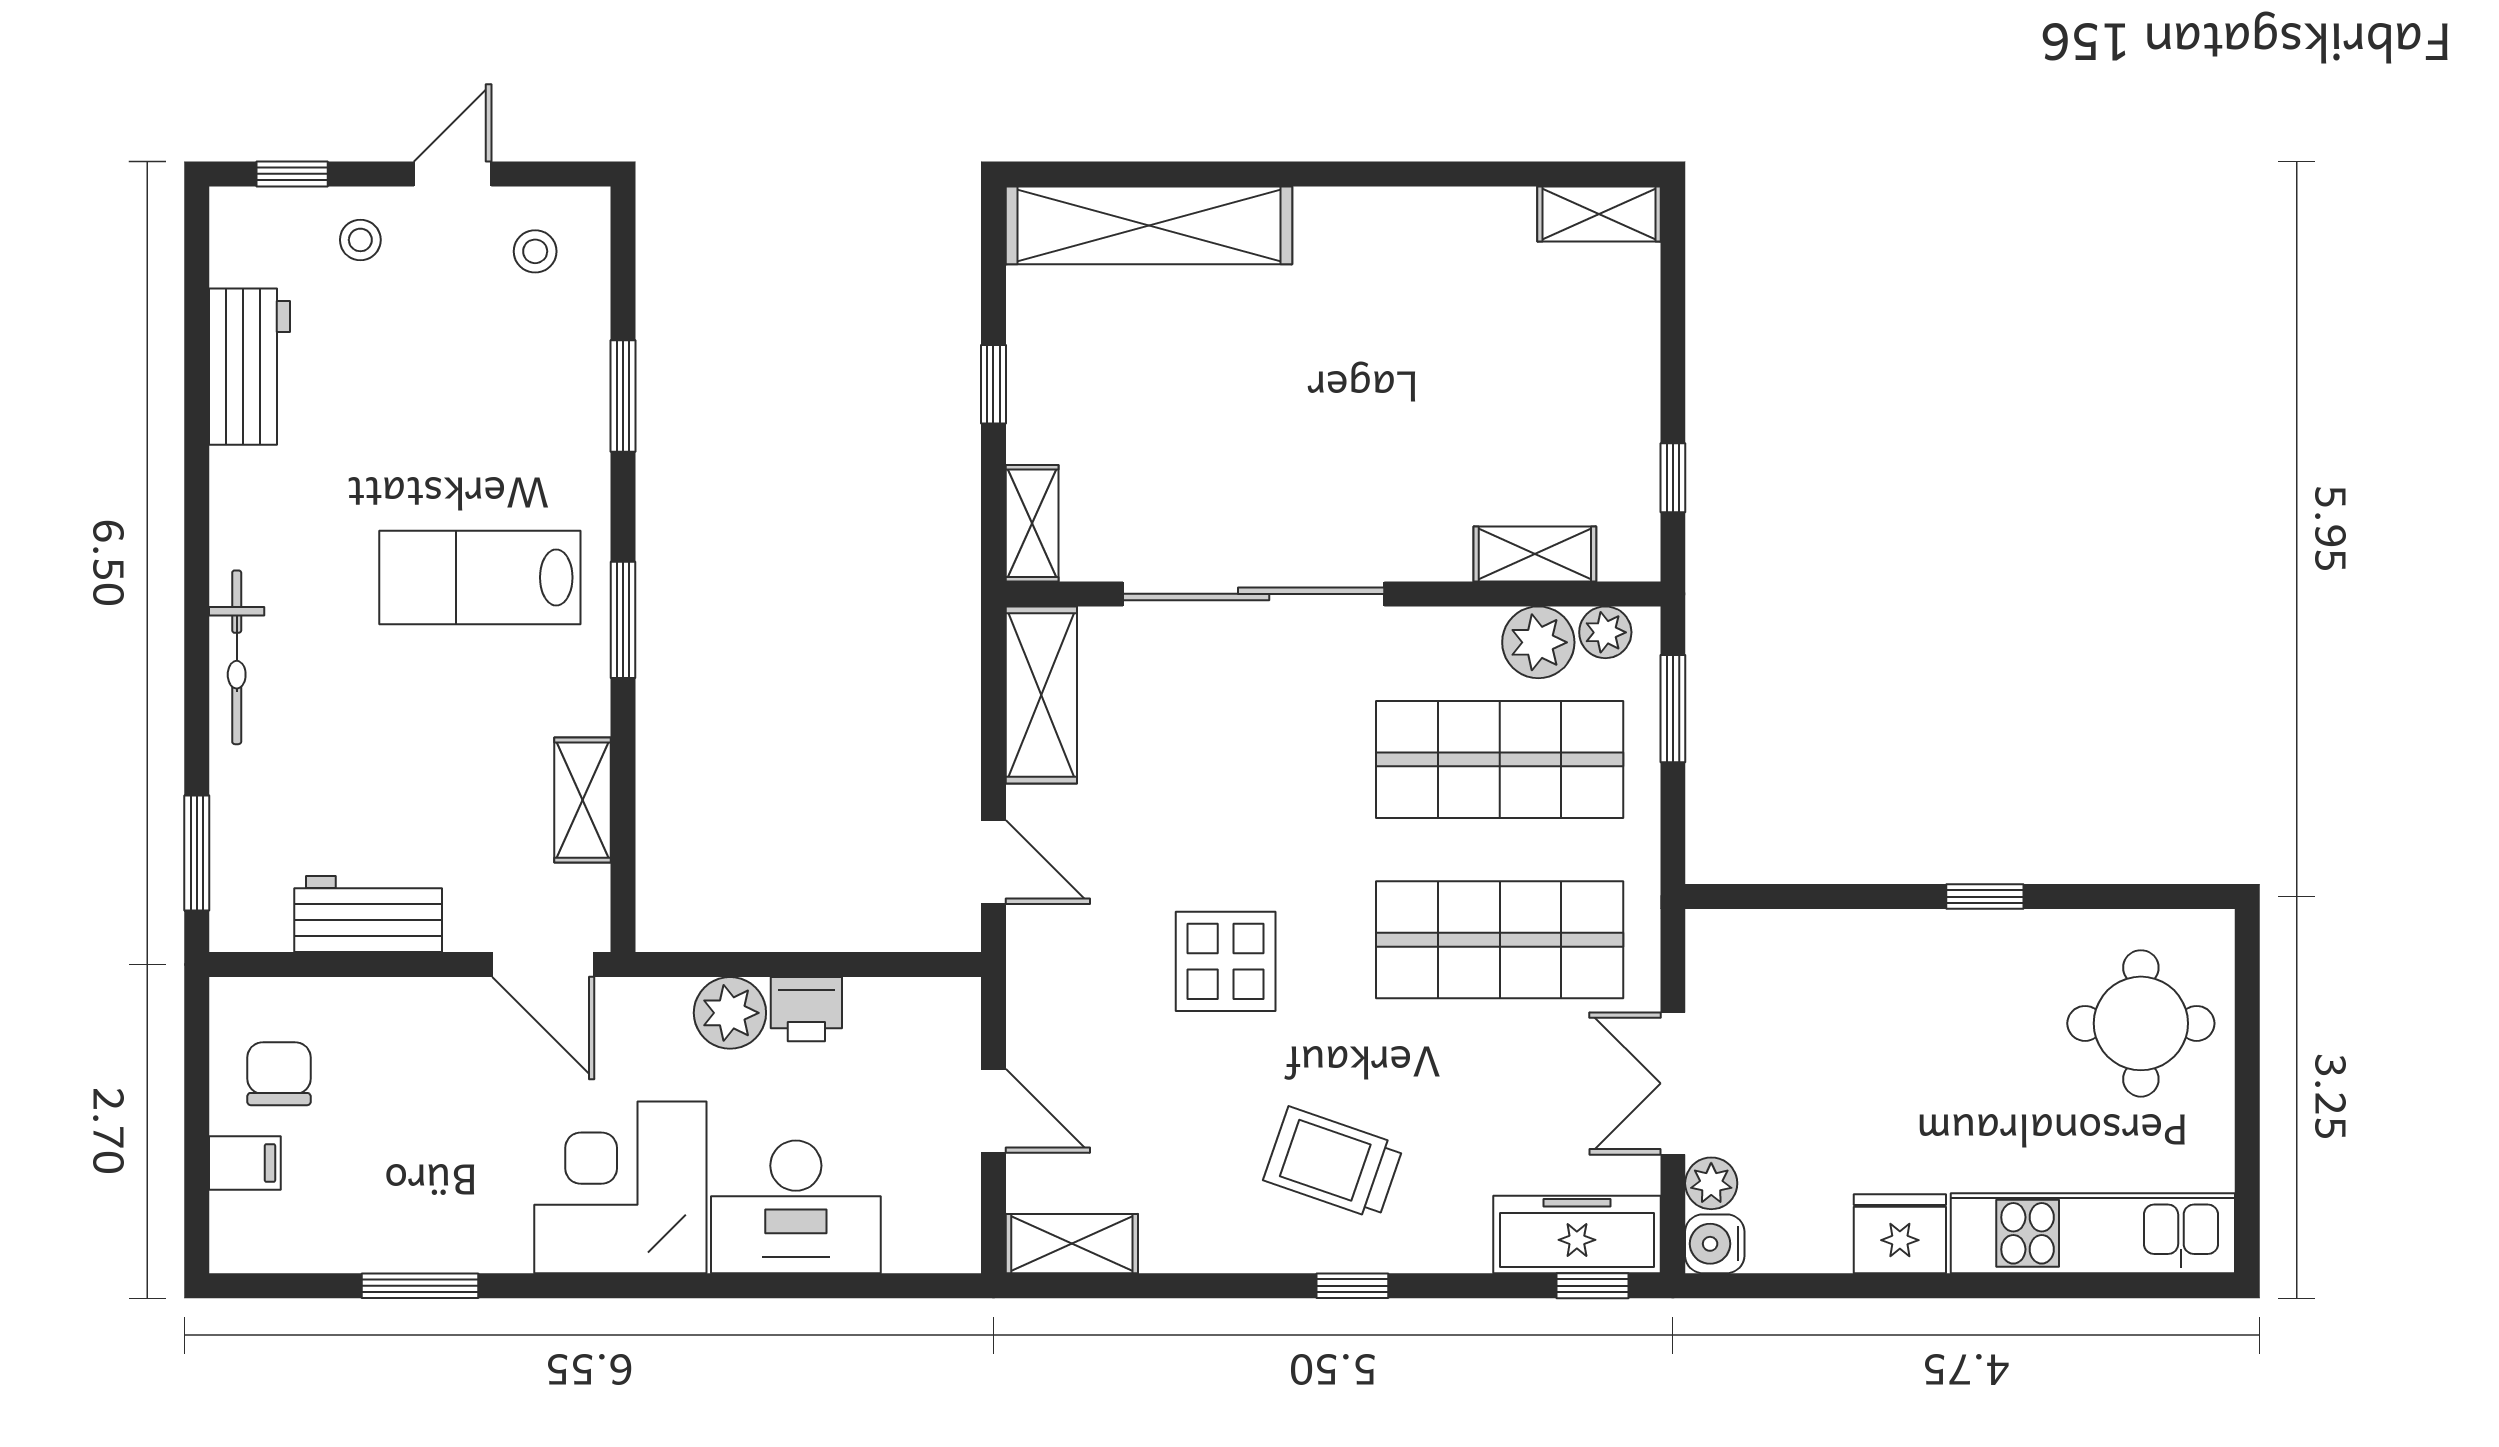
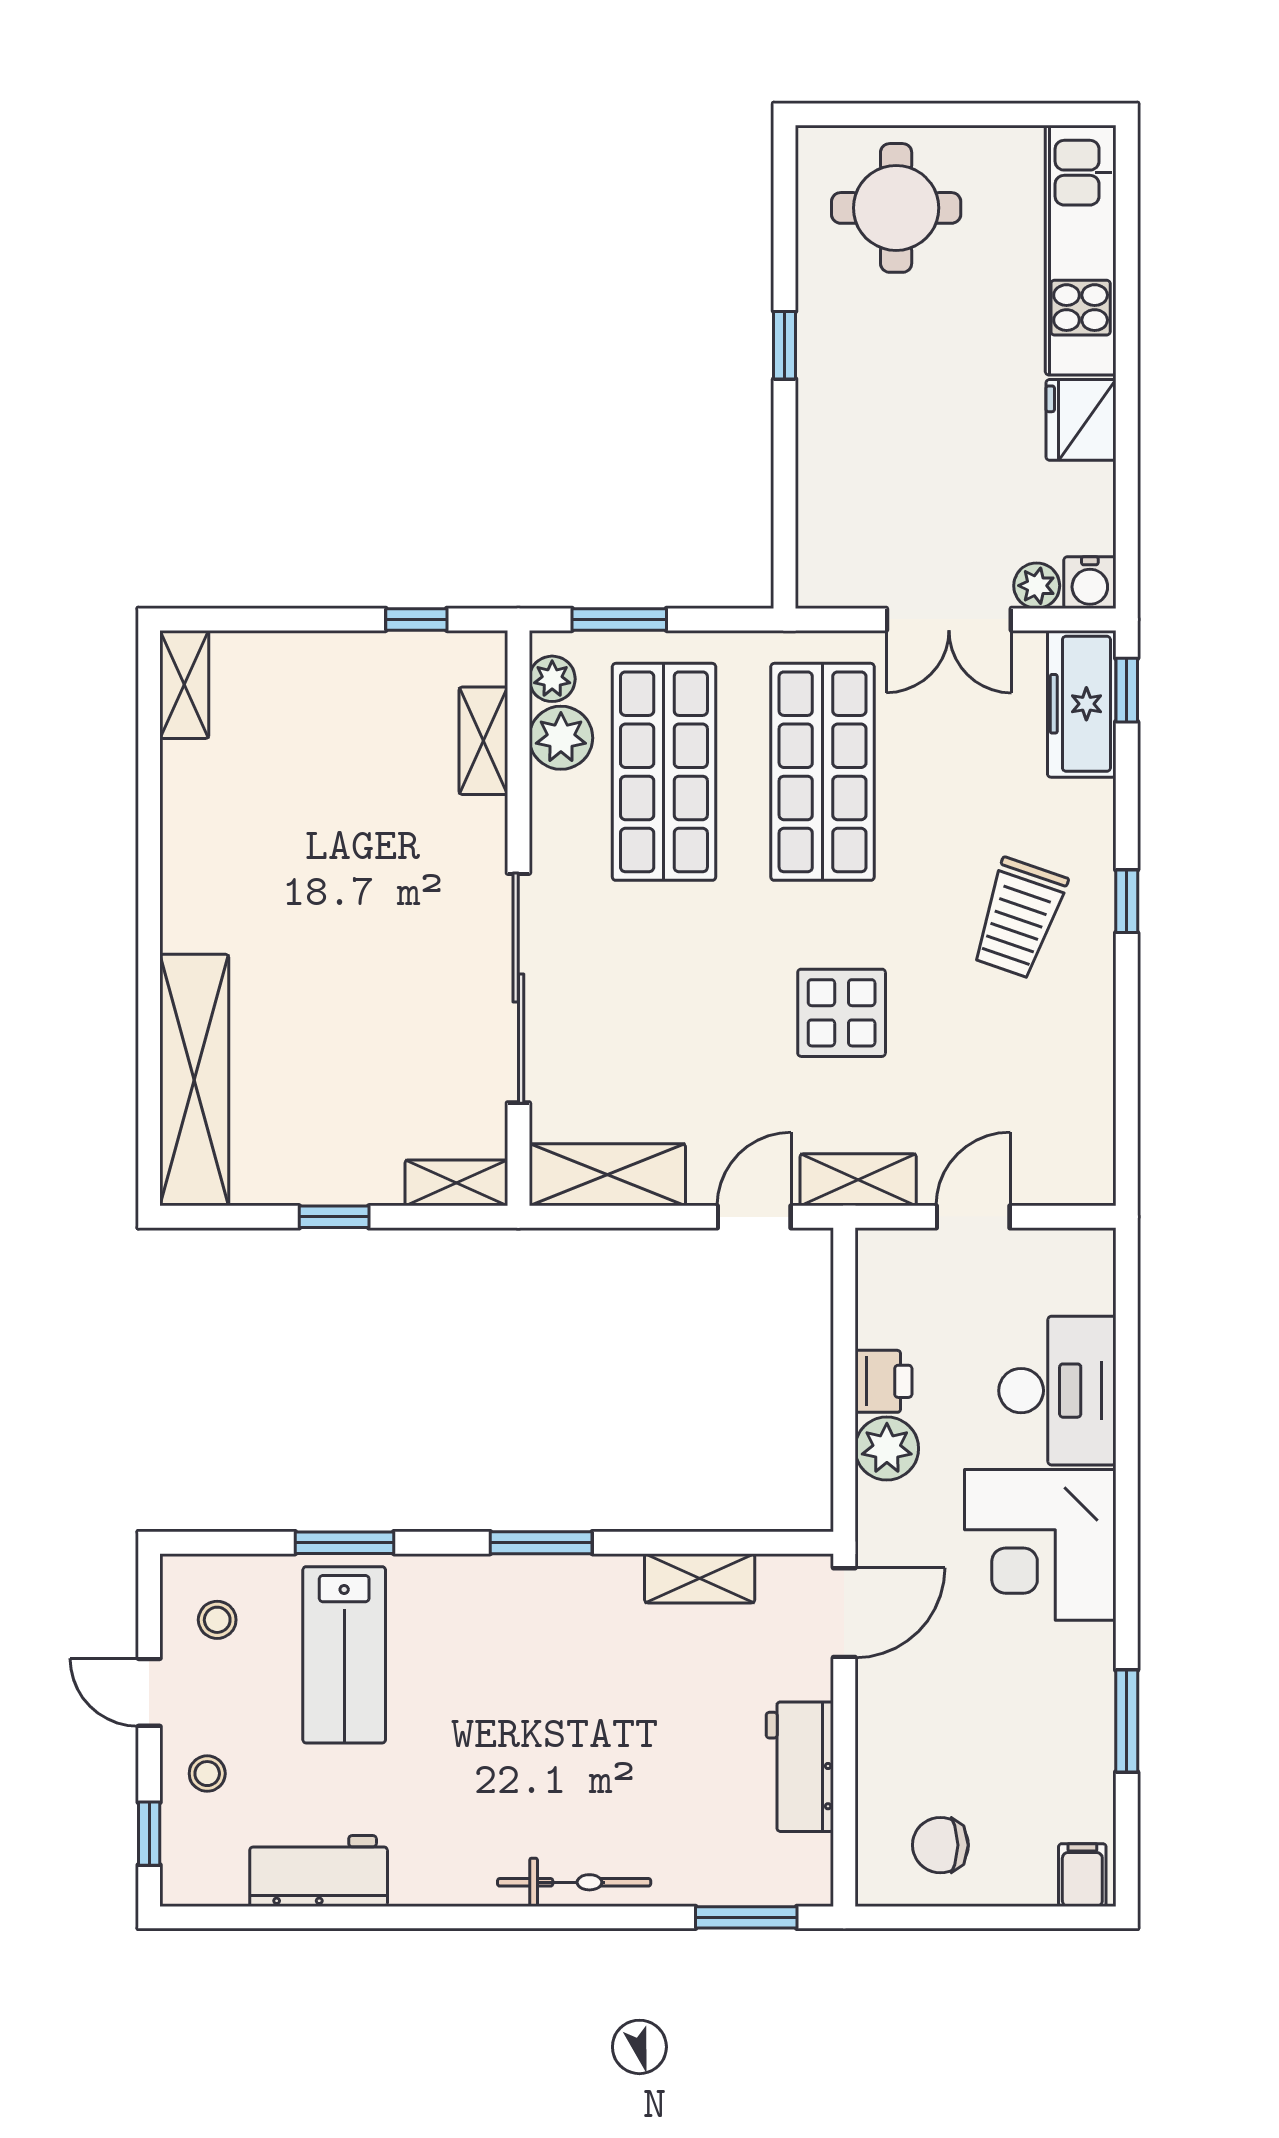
lab bench: (480, 577) -> (344, 1655), moved
filing cabinet: (245, 1163) -> (1082, 1875), moved
shelving: (1072, 1244) -> (858, 1180), moved, turned 90

